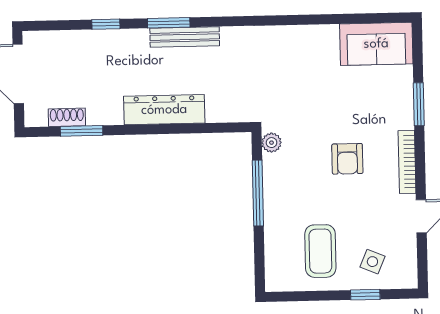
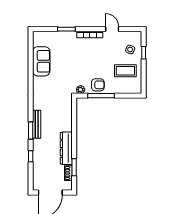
sofa: (376, 44) -> (41, 61), moved
dresser: (164, 110) -> (66, 148), moved
armchair: (347, 159) -> (98, 85), moved

